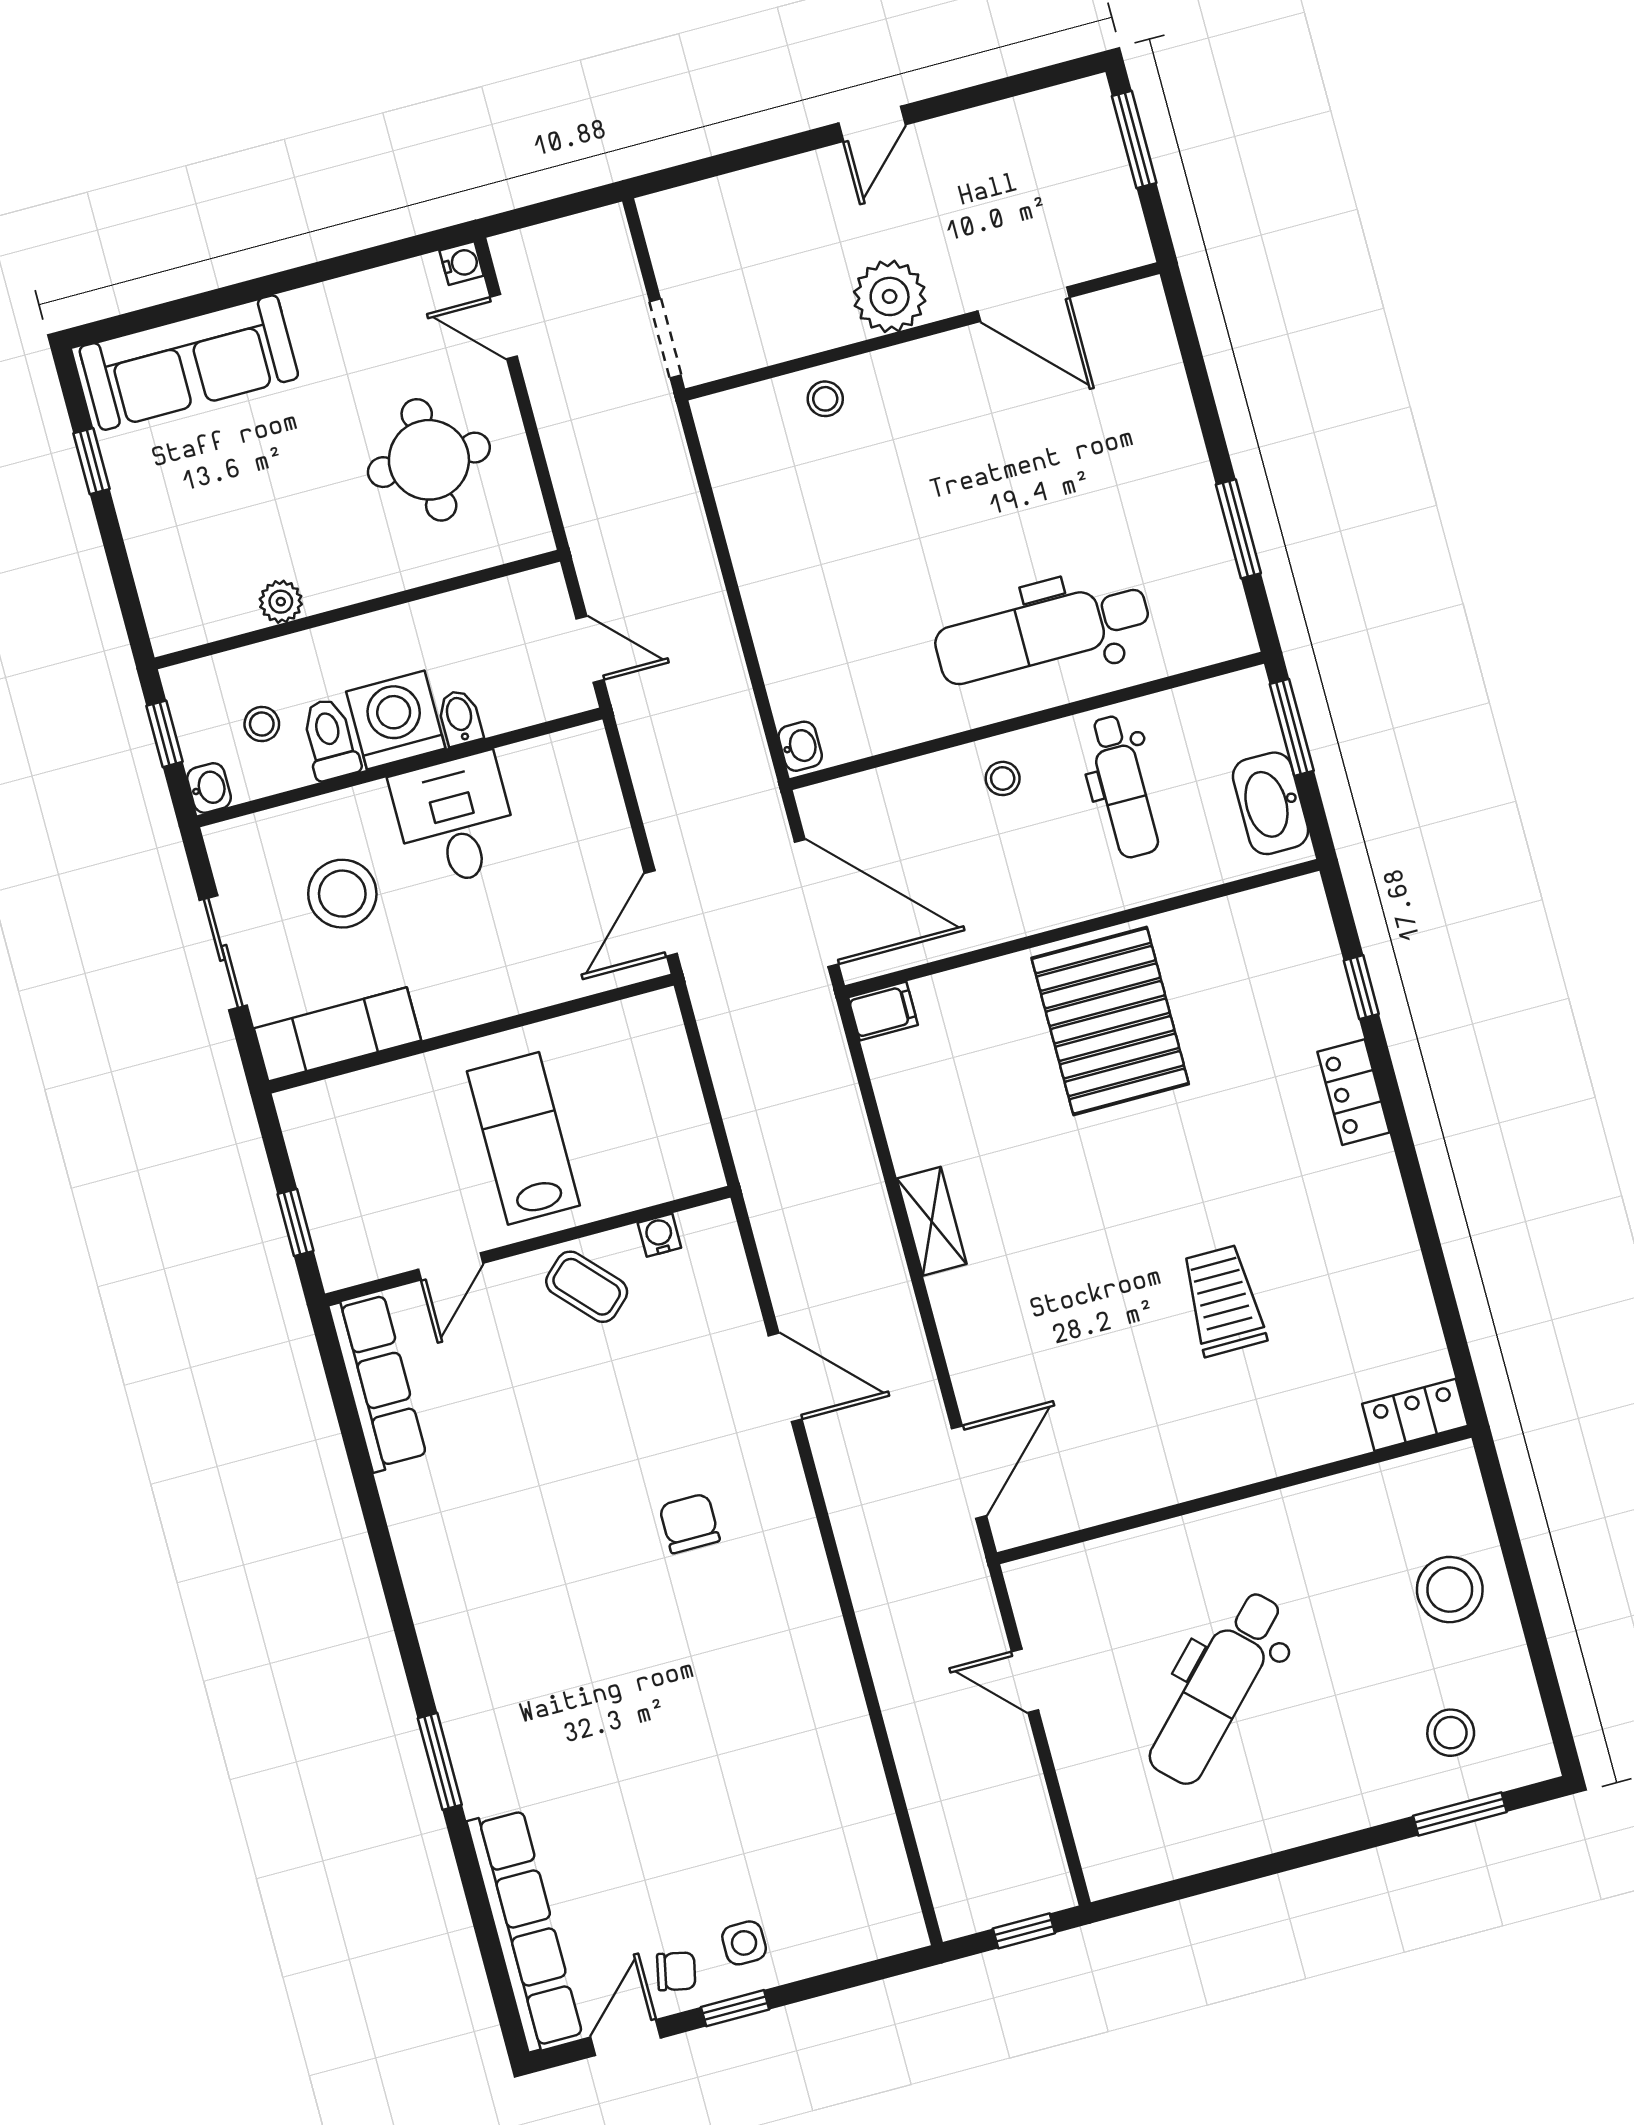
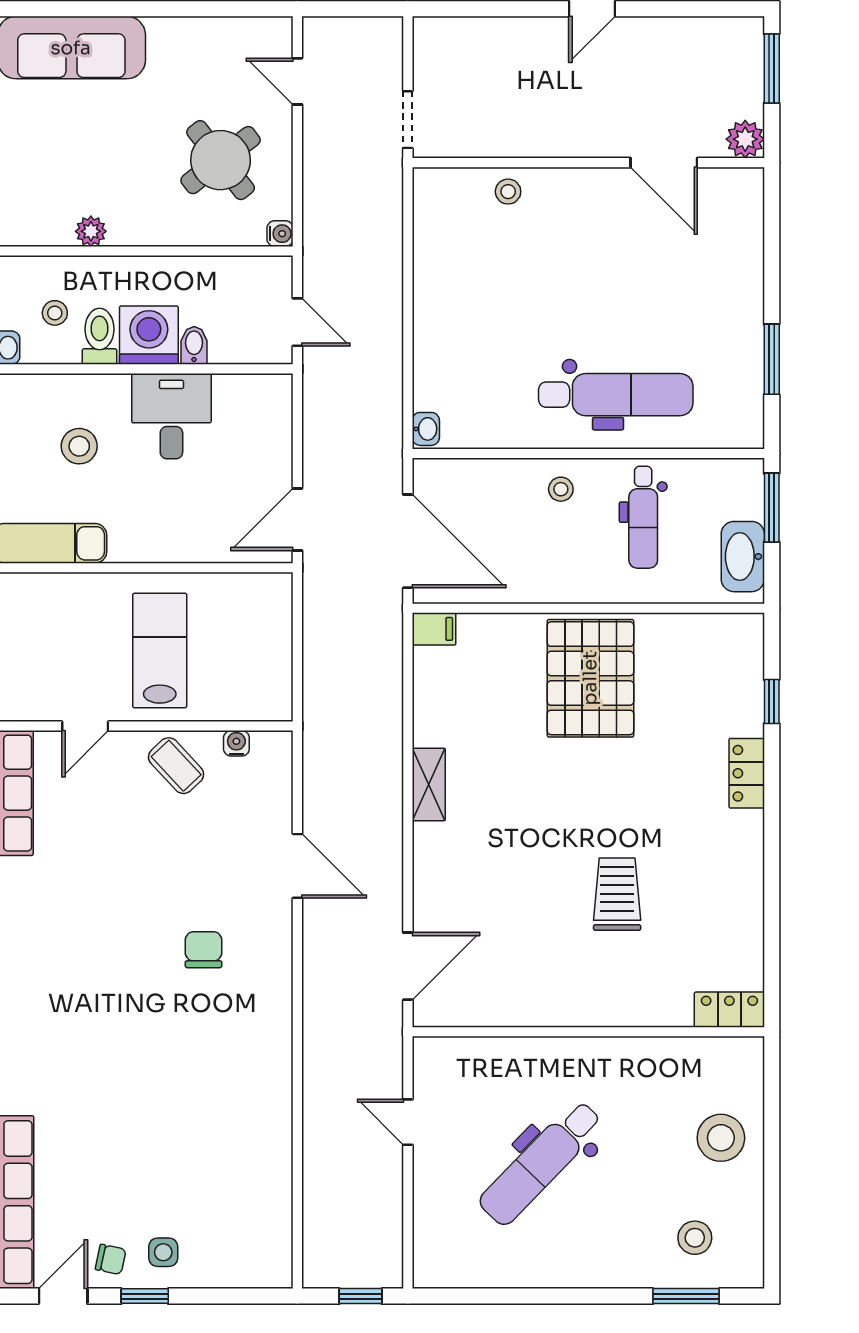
water cooler: (462, 263) -> (280, 234), moved
plant: (890, 296) -> (745, 139), moved, width x0.73, depth x0.73
round table: (429, 460) -> (221, 160), turned -38
dental chair: (1042, 632) -> (616, 395), turned 180
stool: (342, 894) -> (79, 446), width x0.73, depth x0.73

